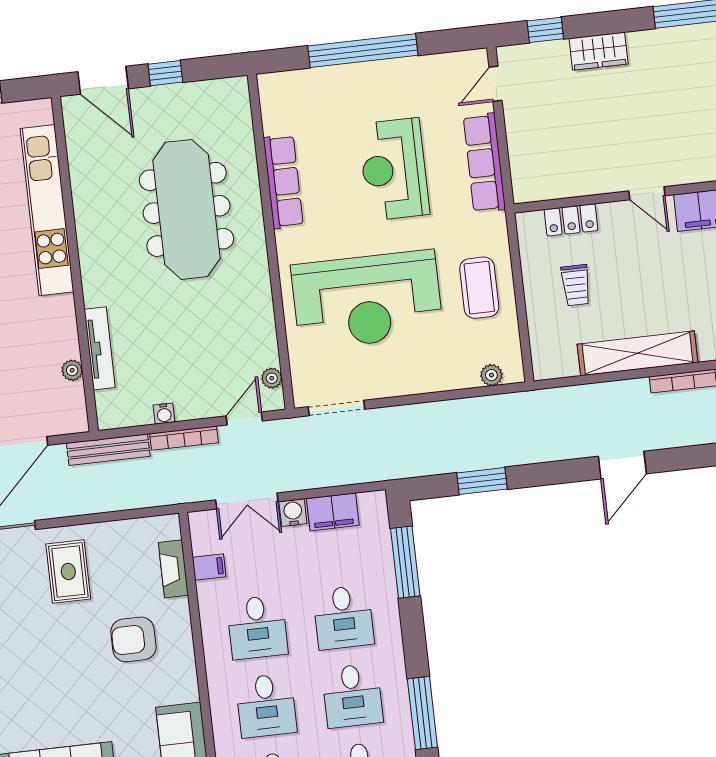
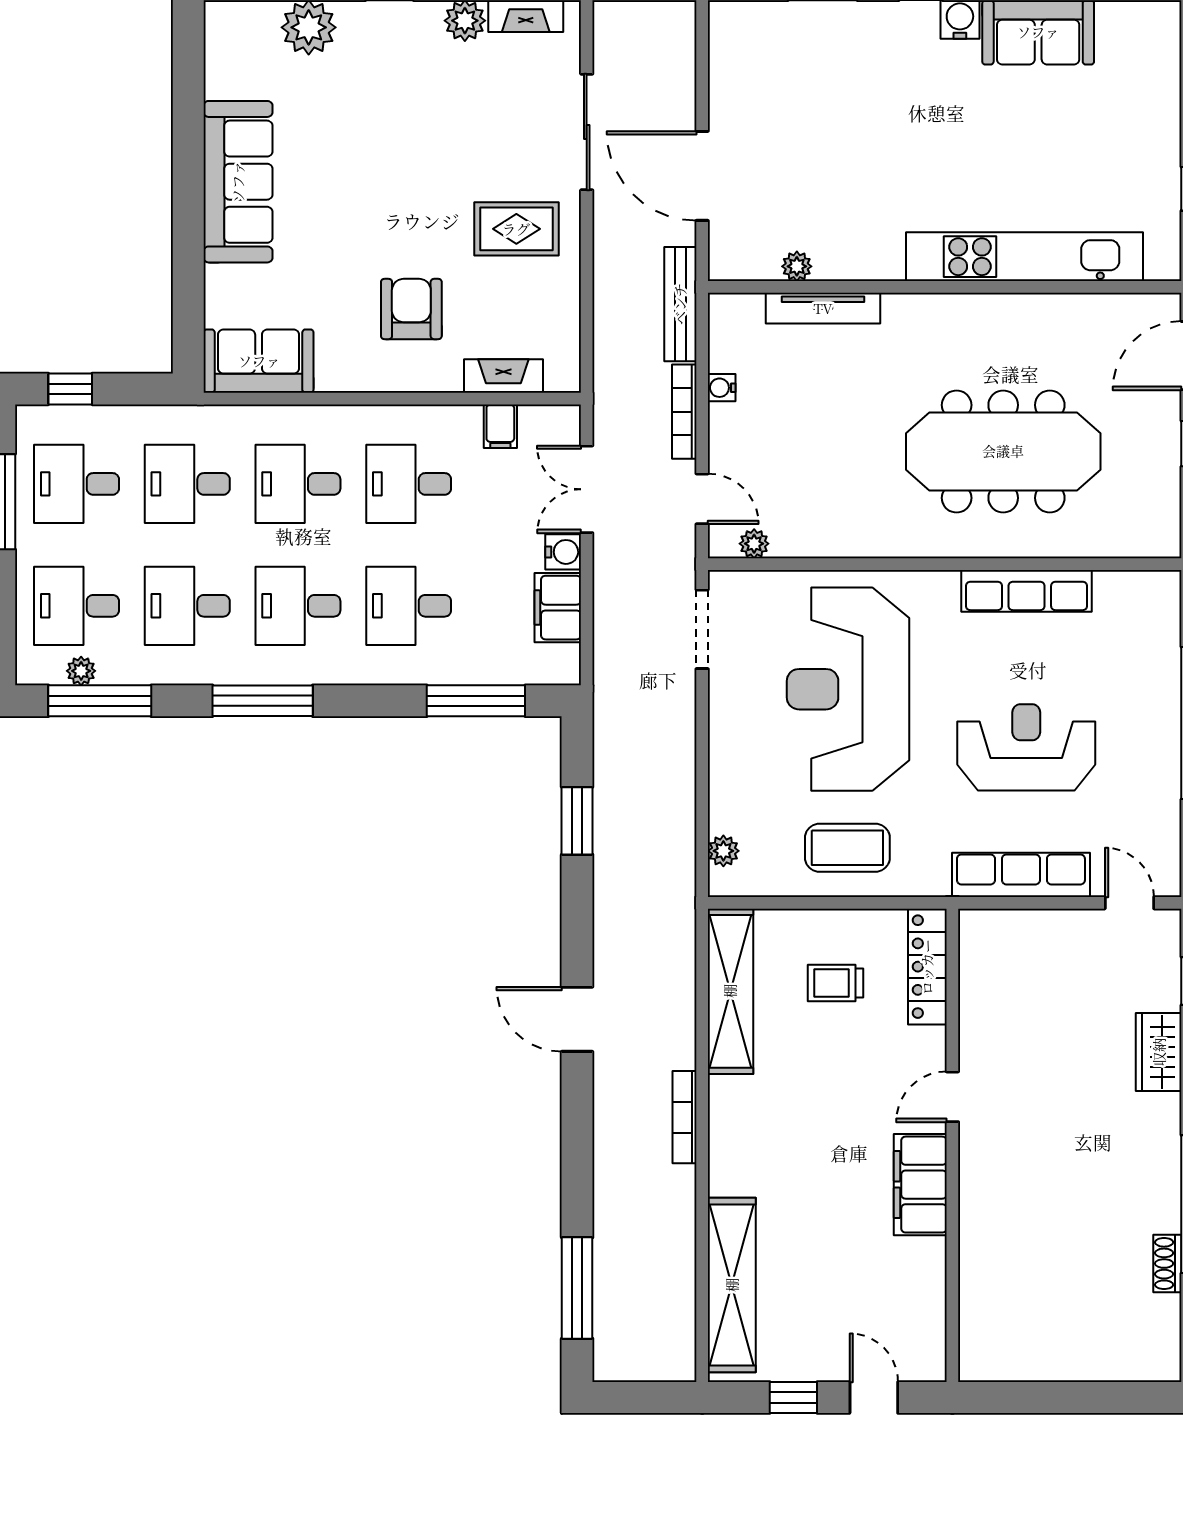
locker: (571, 220) -> (927, 967), width x1.53
shelving: (638, 353) -> (730, 991), moved

